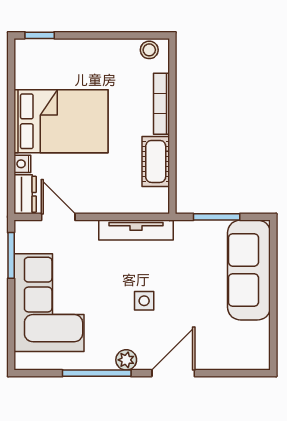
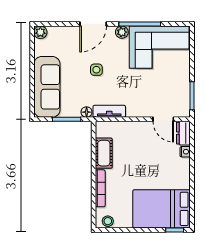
bed: (61, 121) -> (162, 209), moved
floor lamp: (184, 229) -> (87, 112), added
tv unit: (136, 230) -> (109, 111), width x0.71
side table: (144, 301) -> (96, 70), moved
corner sofa: (49, 303) -> (159, 47), moved, turned -90
plant: (260, 360) -> (40, 32), added

